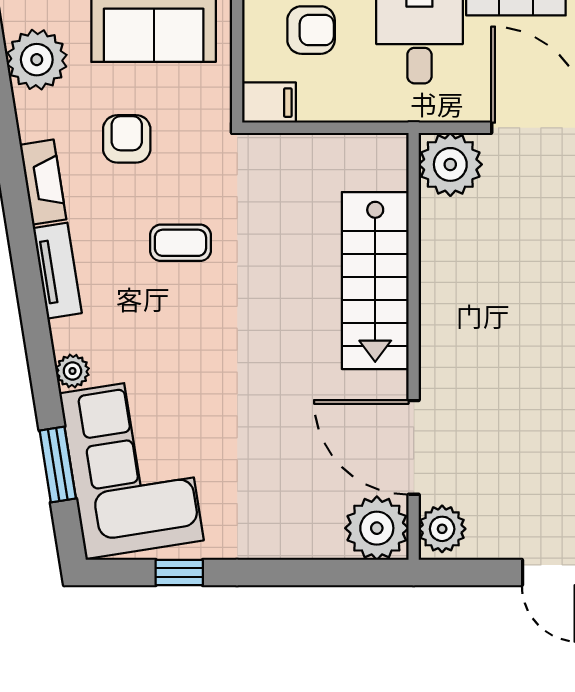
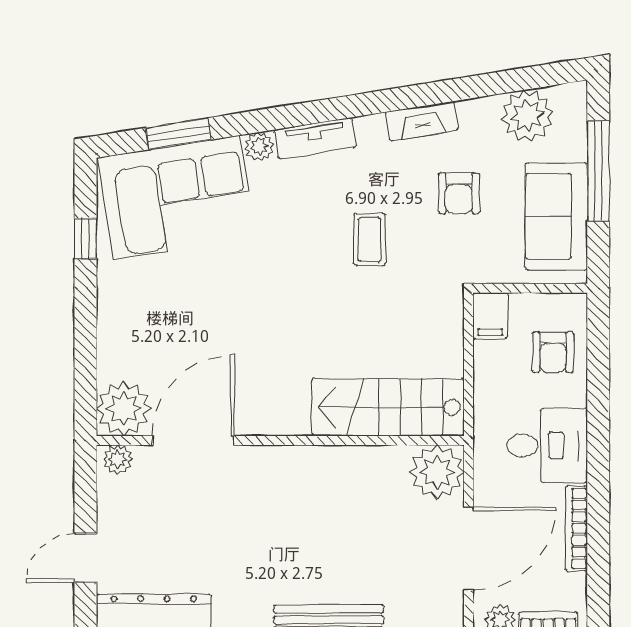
armchair: (127, 139) -> (459, 193), turned 90
tv unit: (57, 271) -> (315, 138), moved
stairs: (375, 281) -> (388, 407), moved
plant: (442, 529) -> (118, 459), width x0.73, depth x0.73

